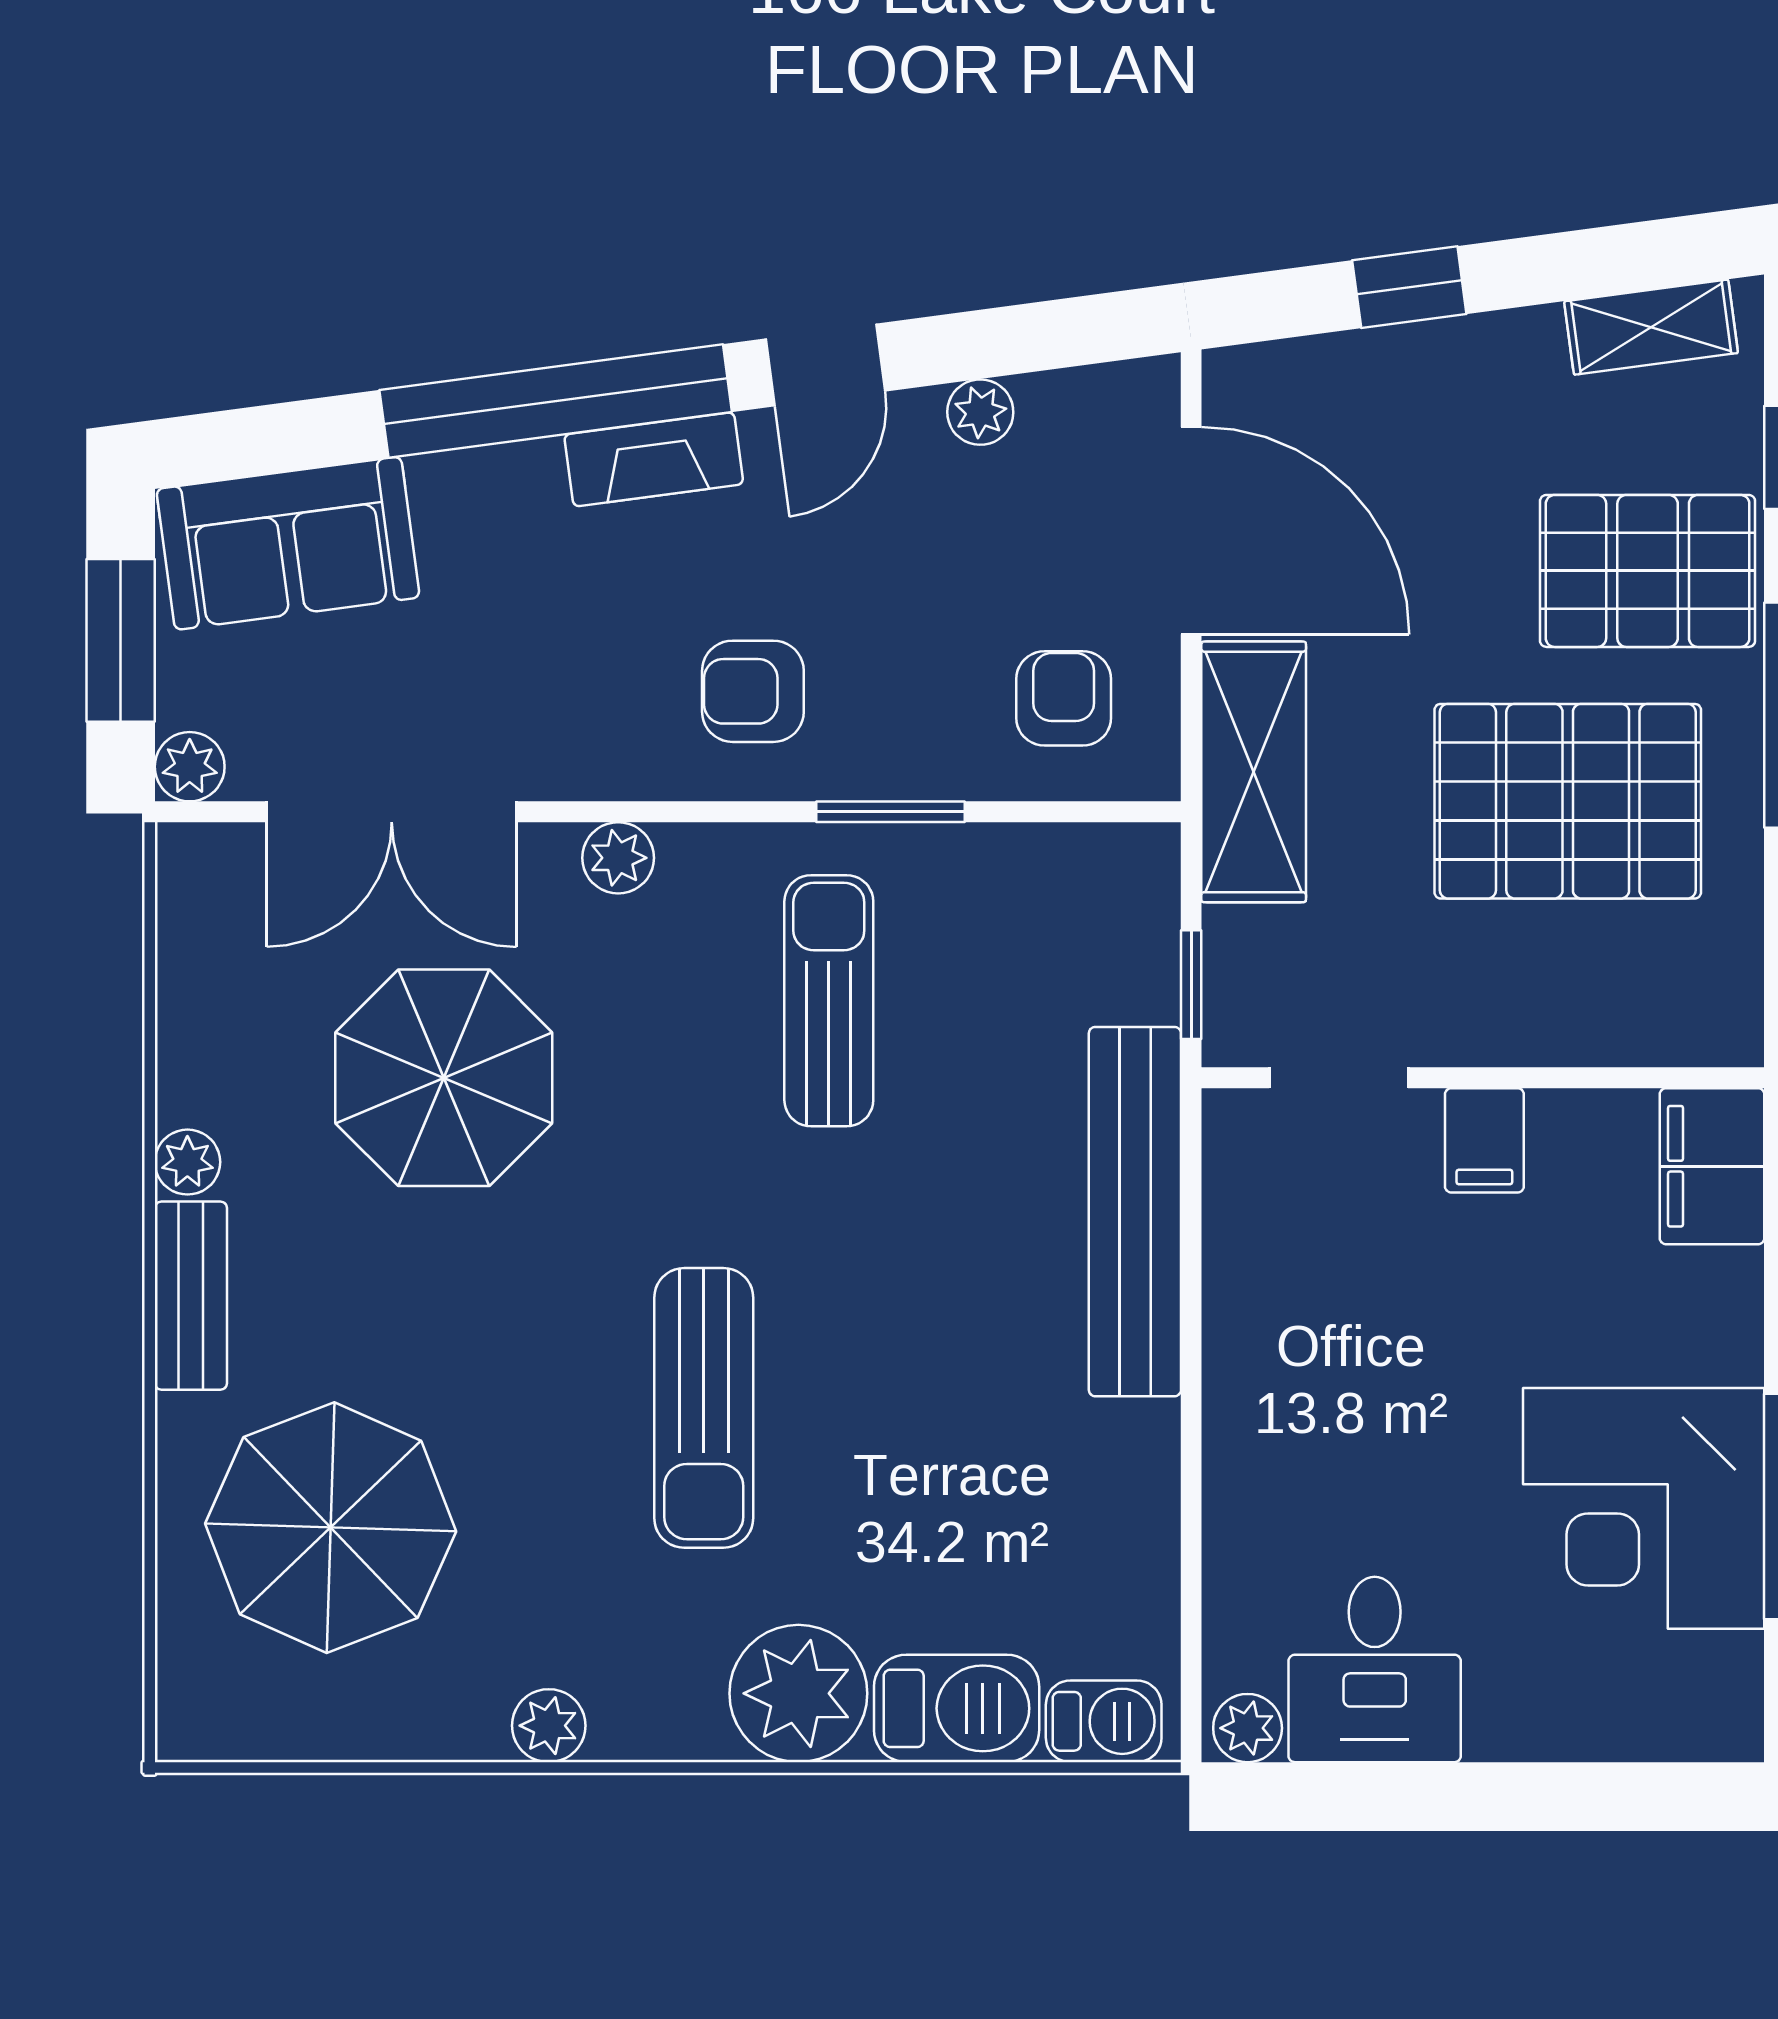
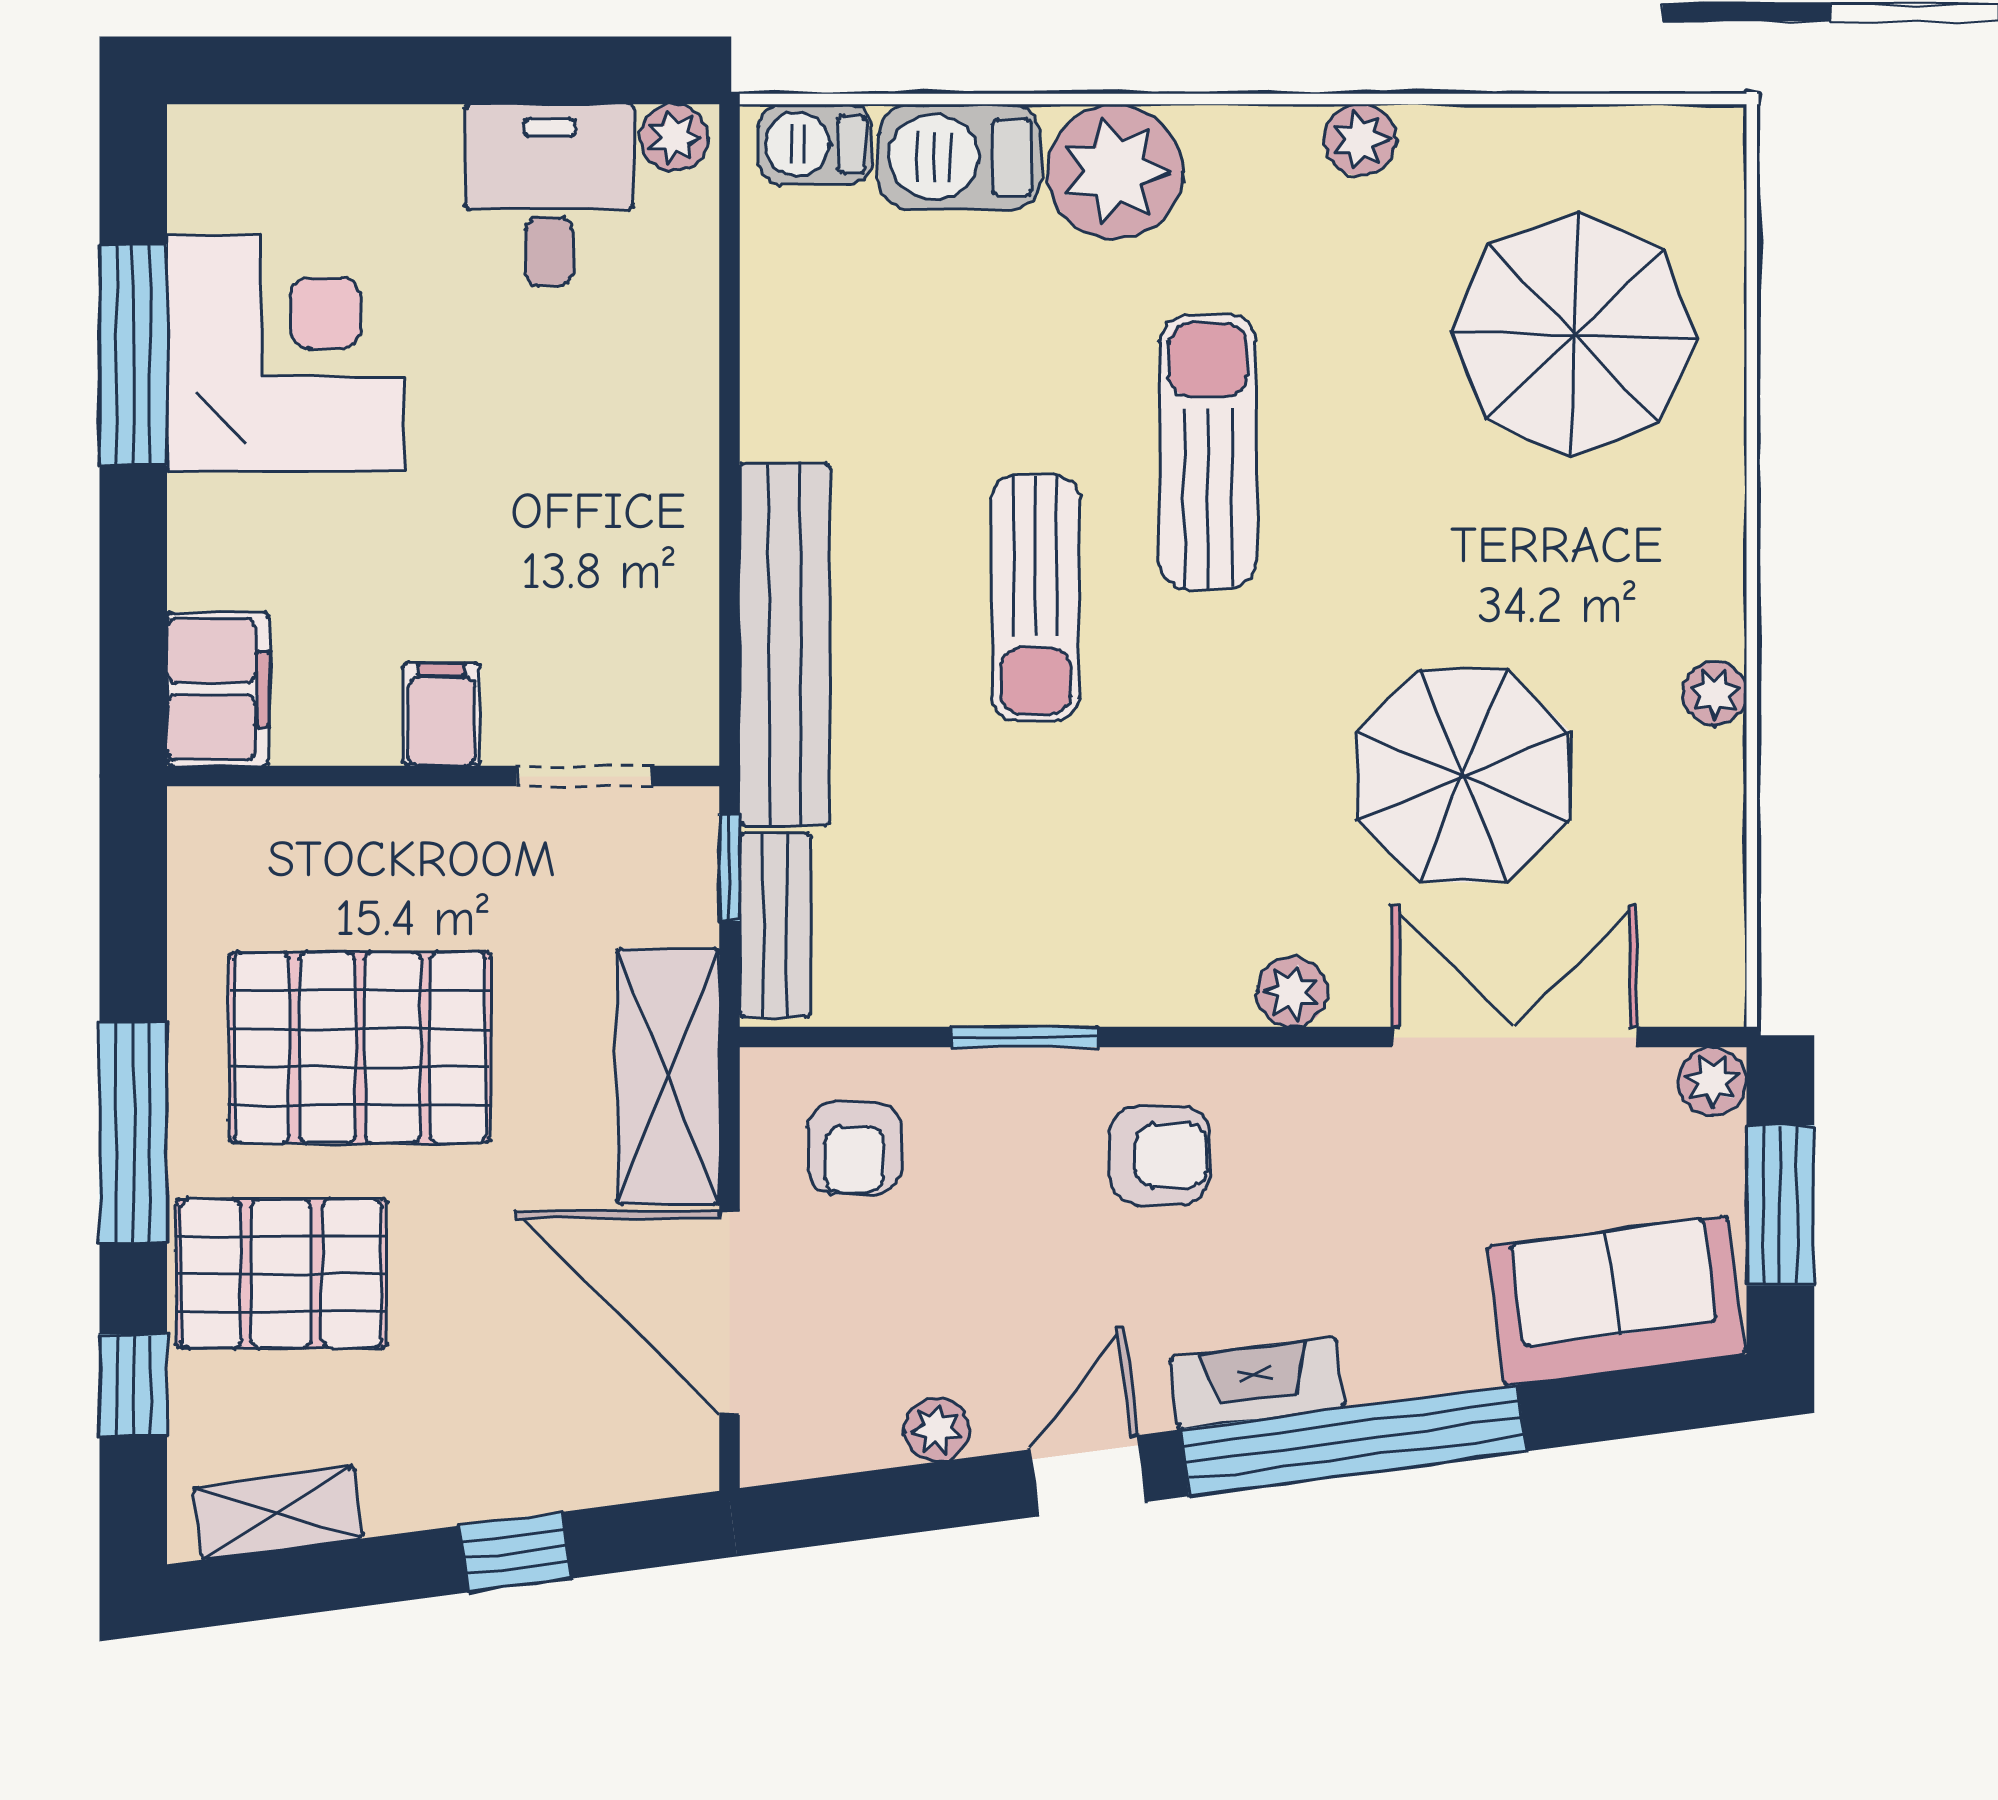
sun lounger: (829, 1001) -> (1035, 598), moved
bench: (191, 1296) -> (775, 925), moved

